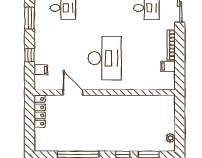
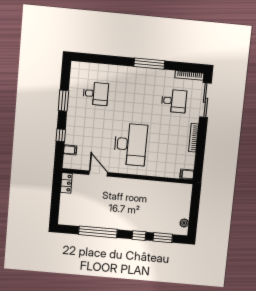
filing cabinet: (168, 66) -> (187, 174), moved
locker: (40, 111) -> (66, 183), width x0.66

